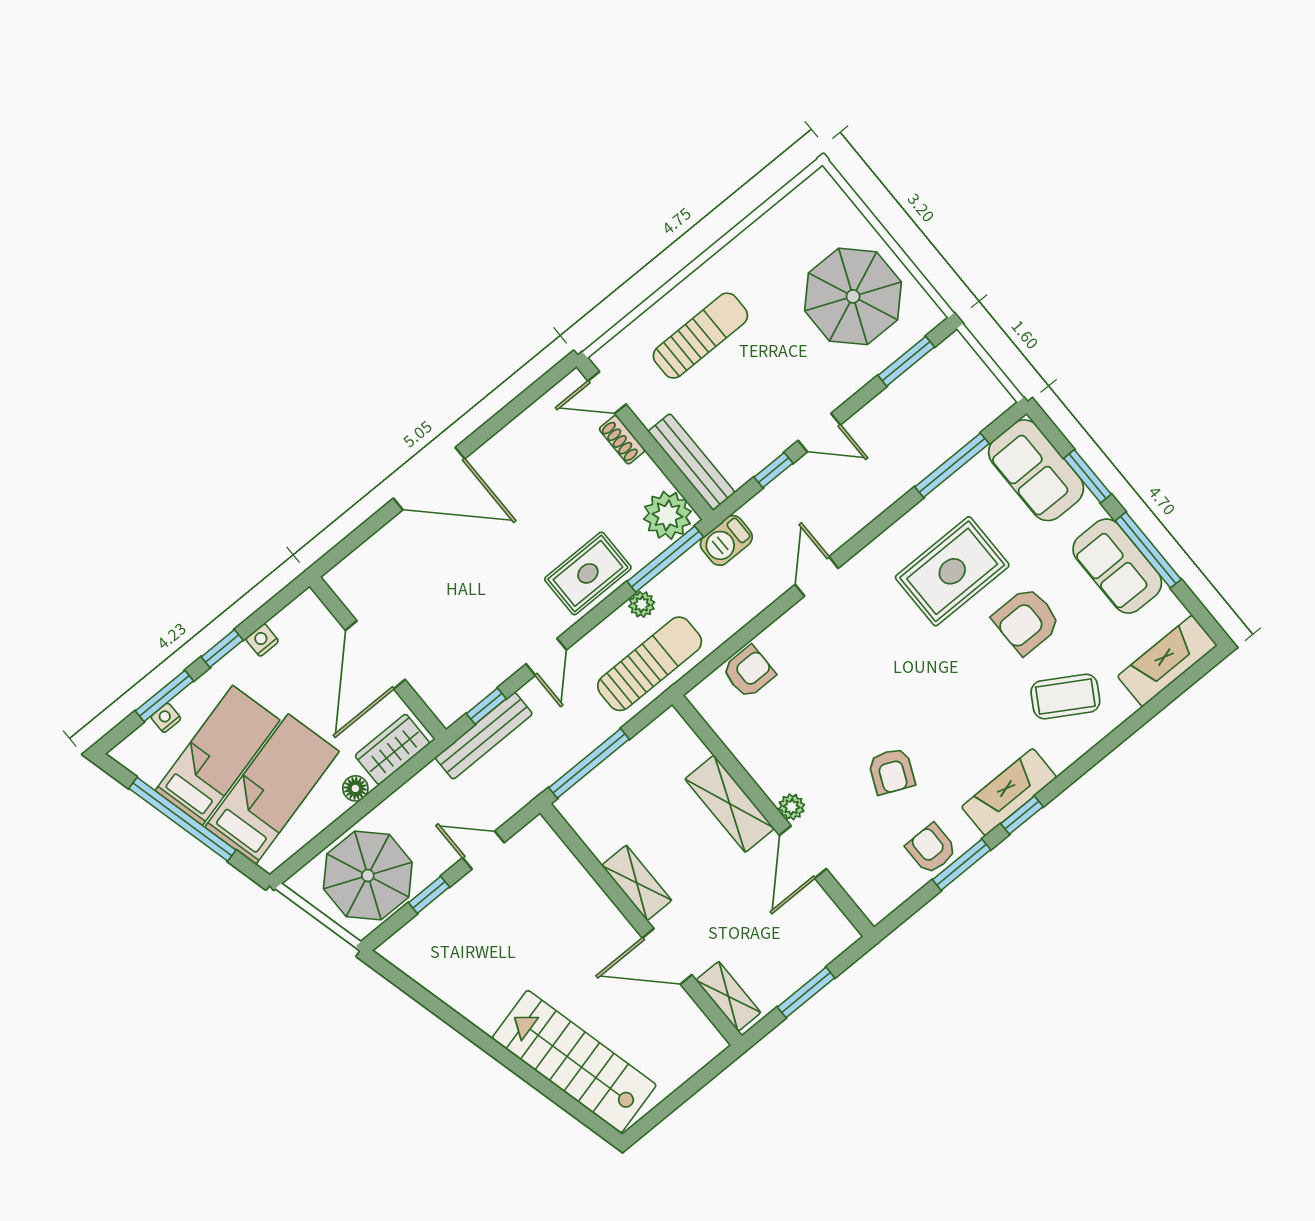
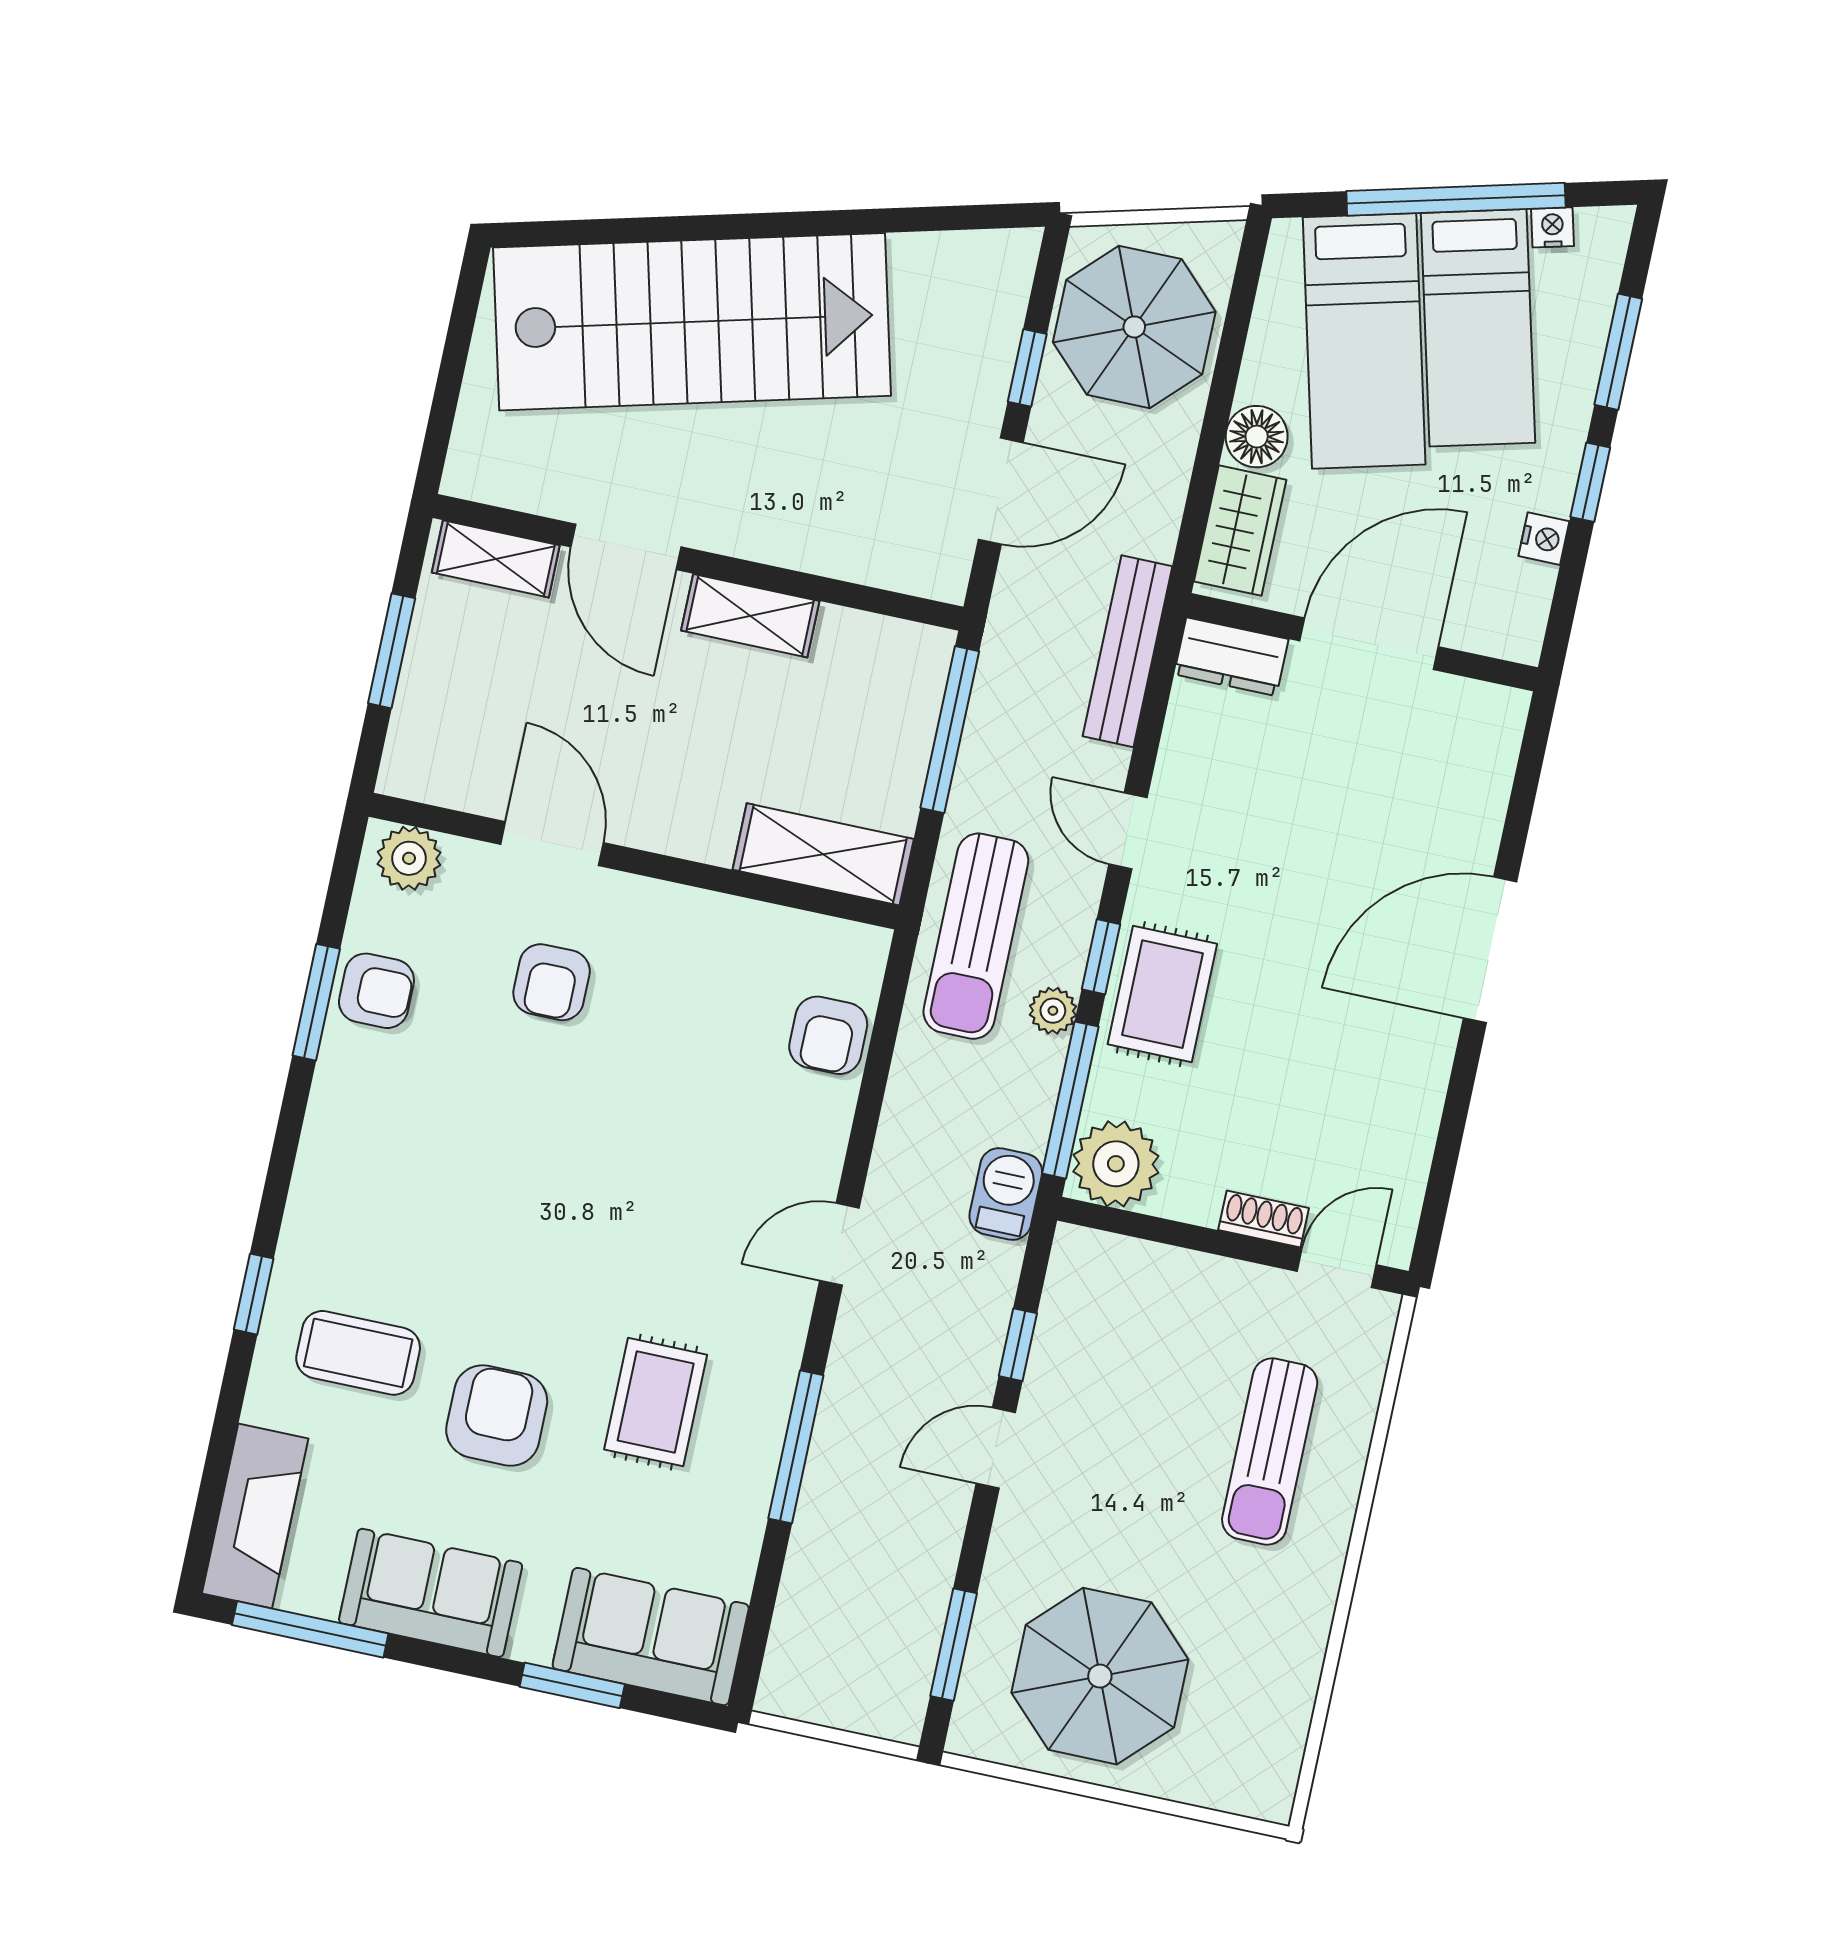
bench: (692, 462) -> (1142, 1265), removed
window: (952, 465) -> (796, 1447), moved
window: (1148, 550) -> (310, 1629), moved
rug: (952, 571) -> (656, 1402), width x0.73, depth x0.70
door: (817, 576) -> (839, 1244), swing flipped
door: (375, 655) -> (1369, 644), hinge flipped
dresser: (440, 697) -> (1231, 657), added
coffee table: (1065, 697) -> (358, 1353), turned 59
window: (486, 706) -> (1101, 957), moved
nightstand: (166, 718) -> (1553, 227), moved, turned -104
armchair: (892, 771) -> (552, 982), moved, turned -114
floor lamp: (355, 788) -> (1257, 437), width x1.37, depth x1.37
fireplace: (1009, 792) -> (331, 1157), removed
shelving: (730, 804) -> (823, 854), moved
plant: (792, 807) -> (409, 858), moved, width x1.38, depth x1.38
window: (1022, 815) -> (254, 1294), moved
door: (483, 850) -> (1001, 491), width x1.38
door: (667, 956) -> (626, 547), swing flipped
stairs: (574, 1062) -> (692, 322), width x1.36, depth x1.51

